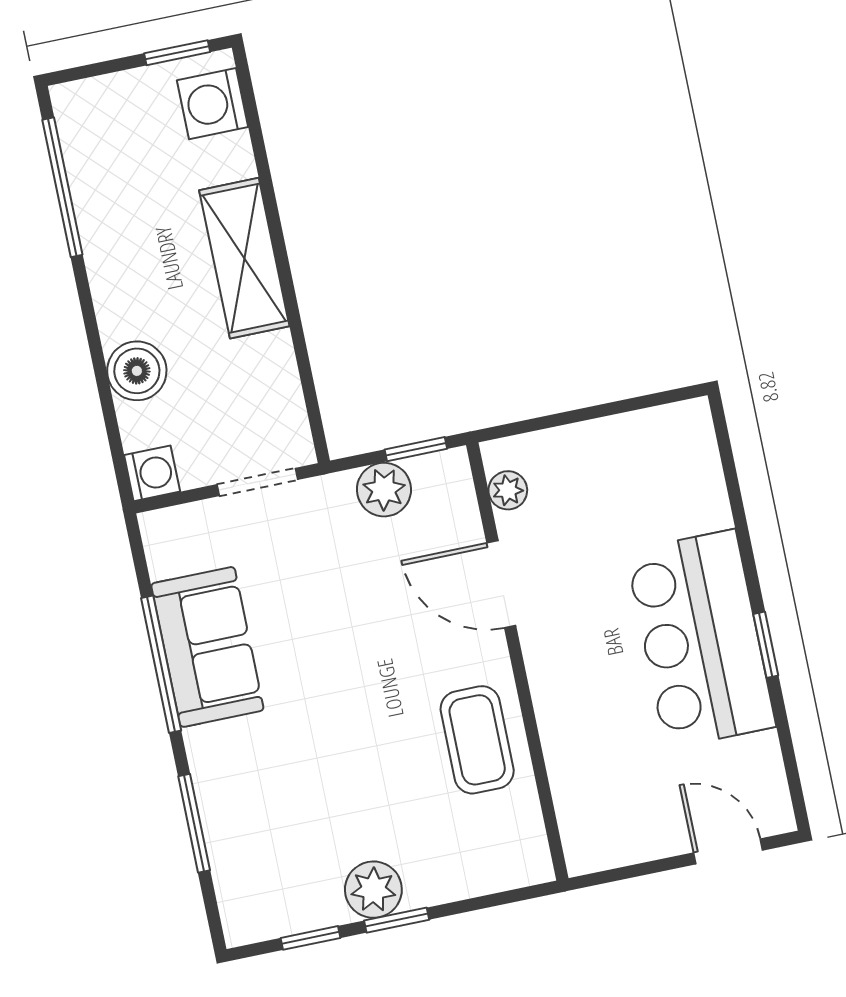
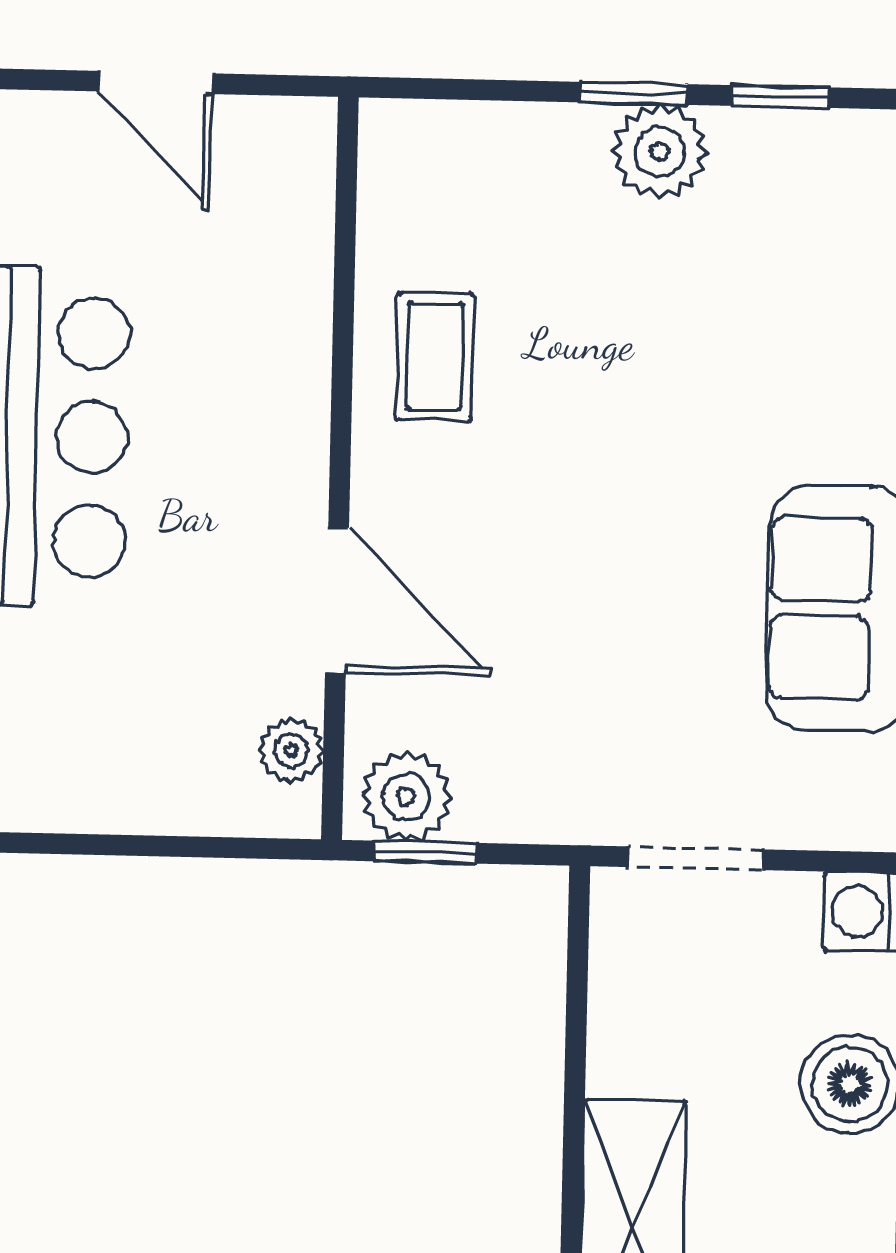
plant: (384, 490) -> (406, 796), moved
coffee table: (477, 740) -> (435, 356), width x0.73, depth x0.77
door: (728, 851) -> (155, 82), moved

